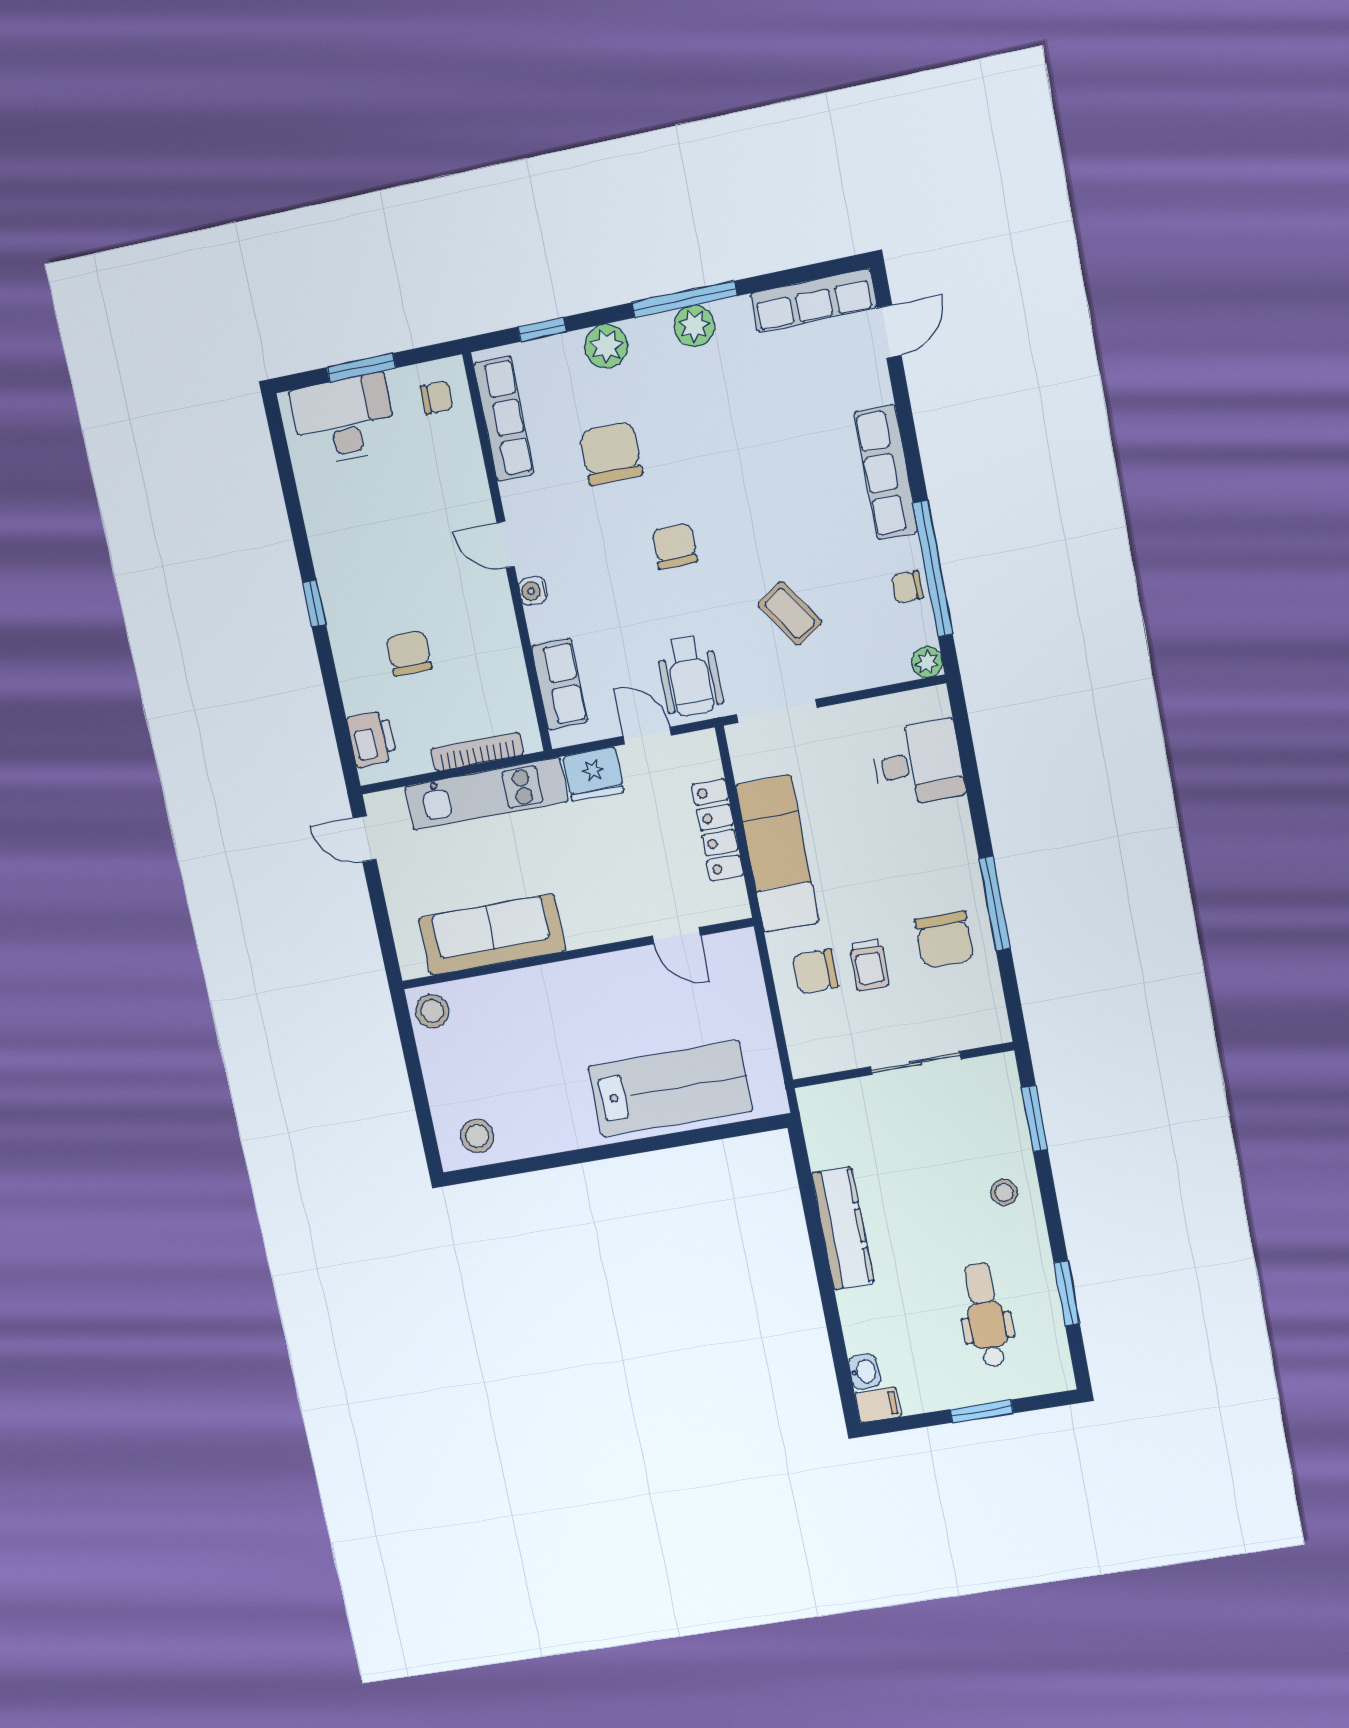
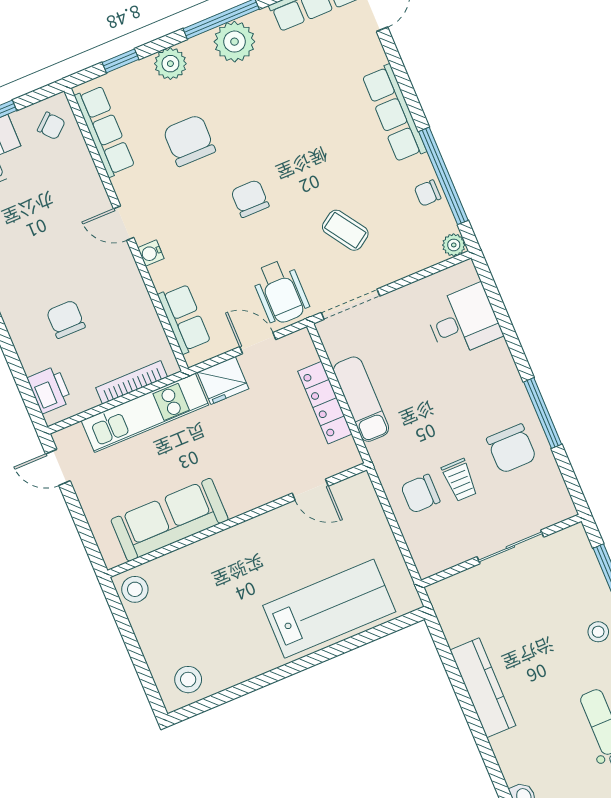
plant: (694, 326) -> (234, 42), width x1.36, depth x1.36
chair: (437, 398) -> (51, 126), turned 49
exam couch: (777, 854) -> (361, 399), width x0.73, depth x0.69

